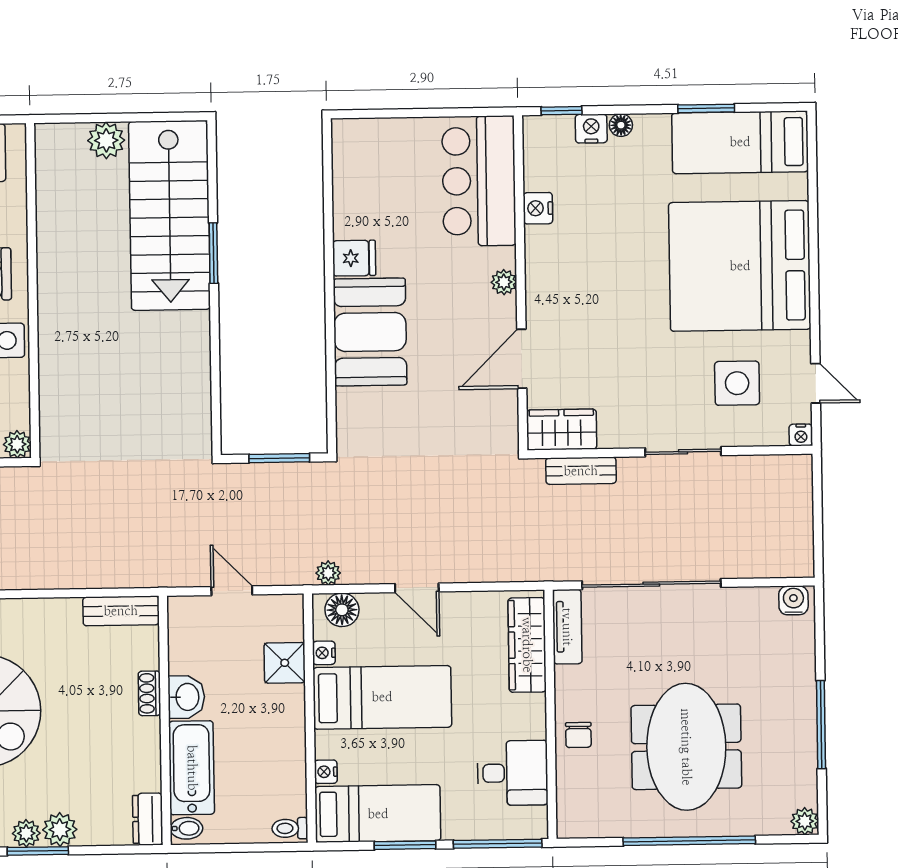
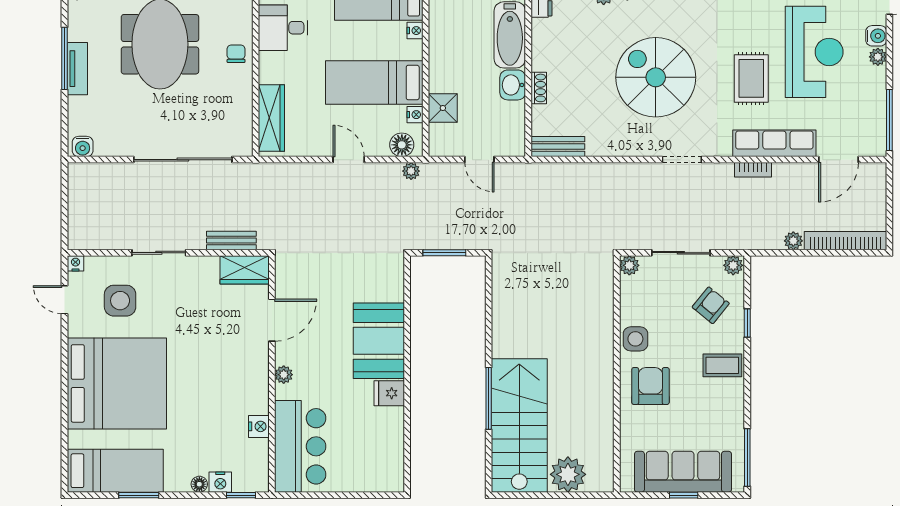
plant: (106, 140) -> (568, 474), width x1.36, depth x1.36
window: (213, 253) -> (489, 398), width x1.44
tv unit: (567, 627) -> (77, 69), moved, turned 180

